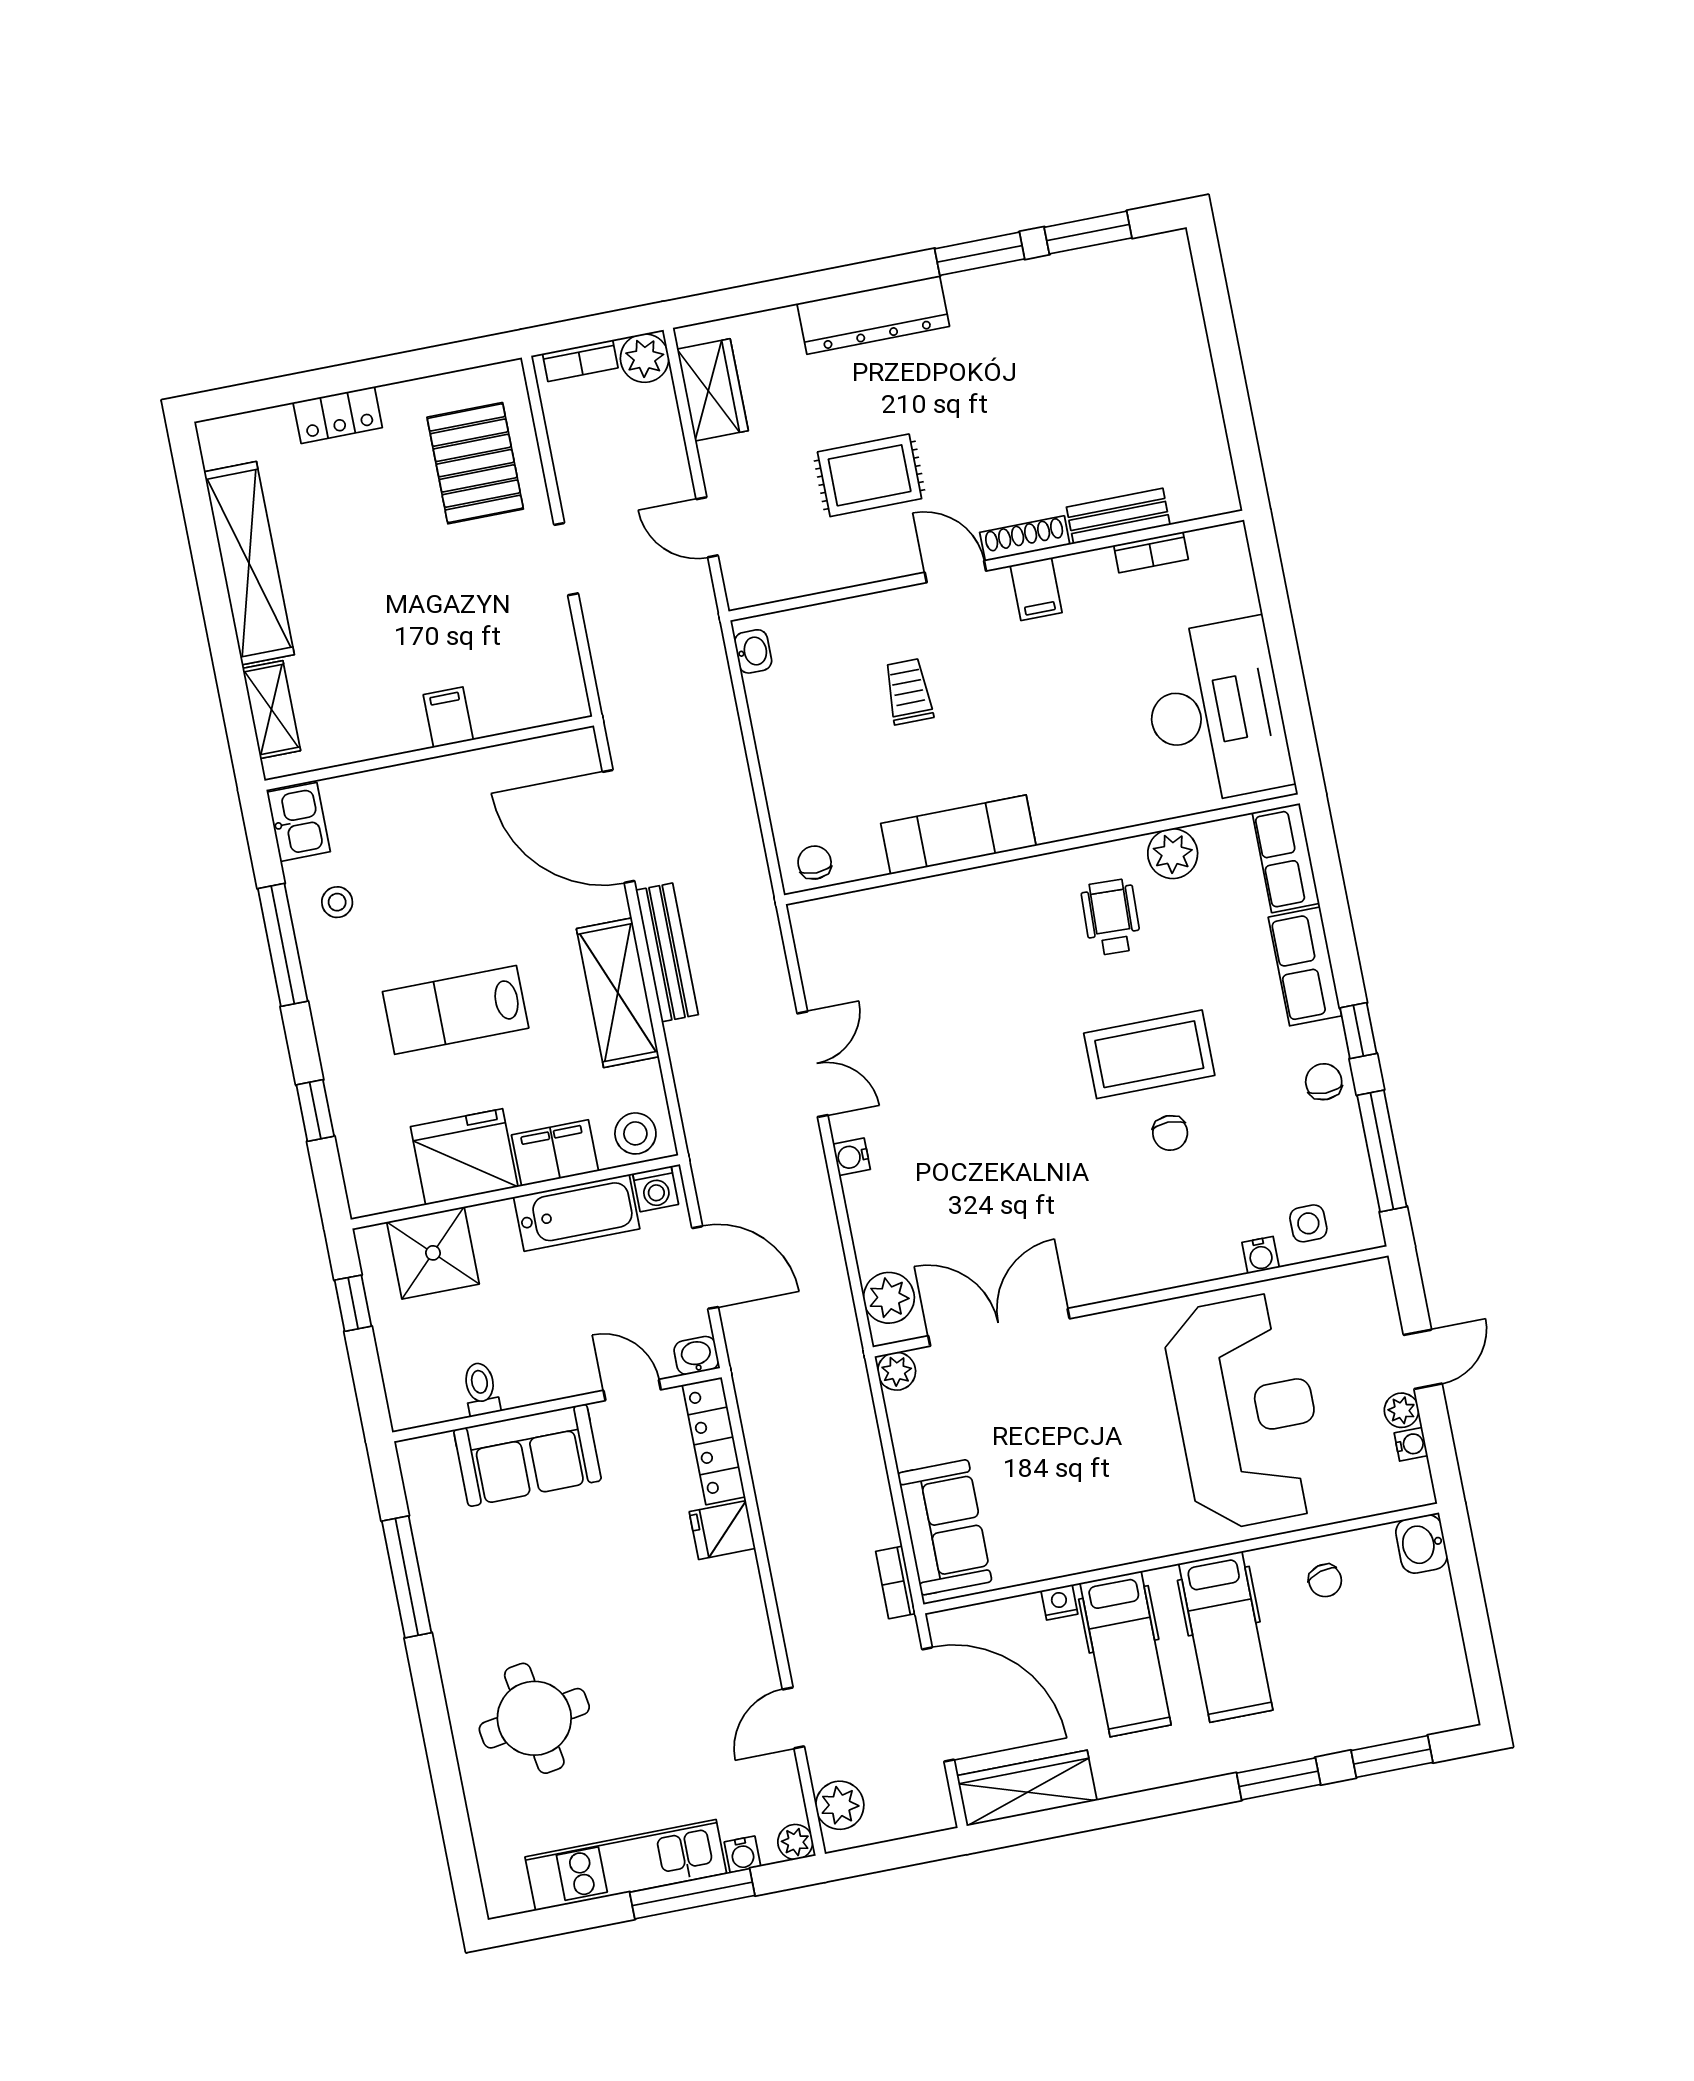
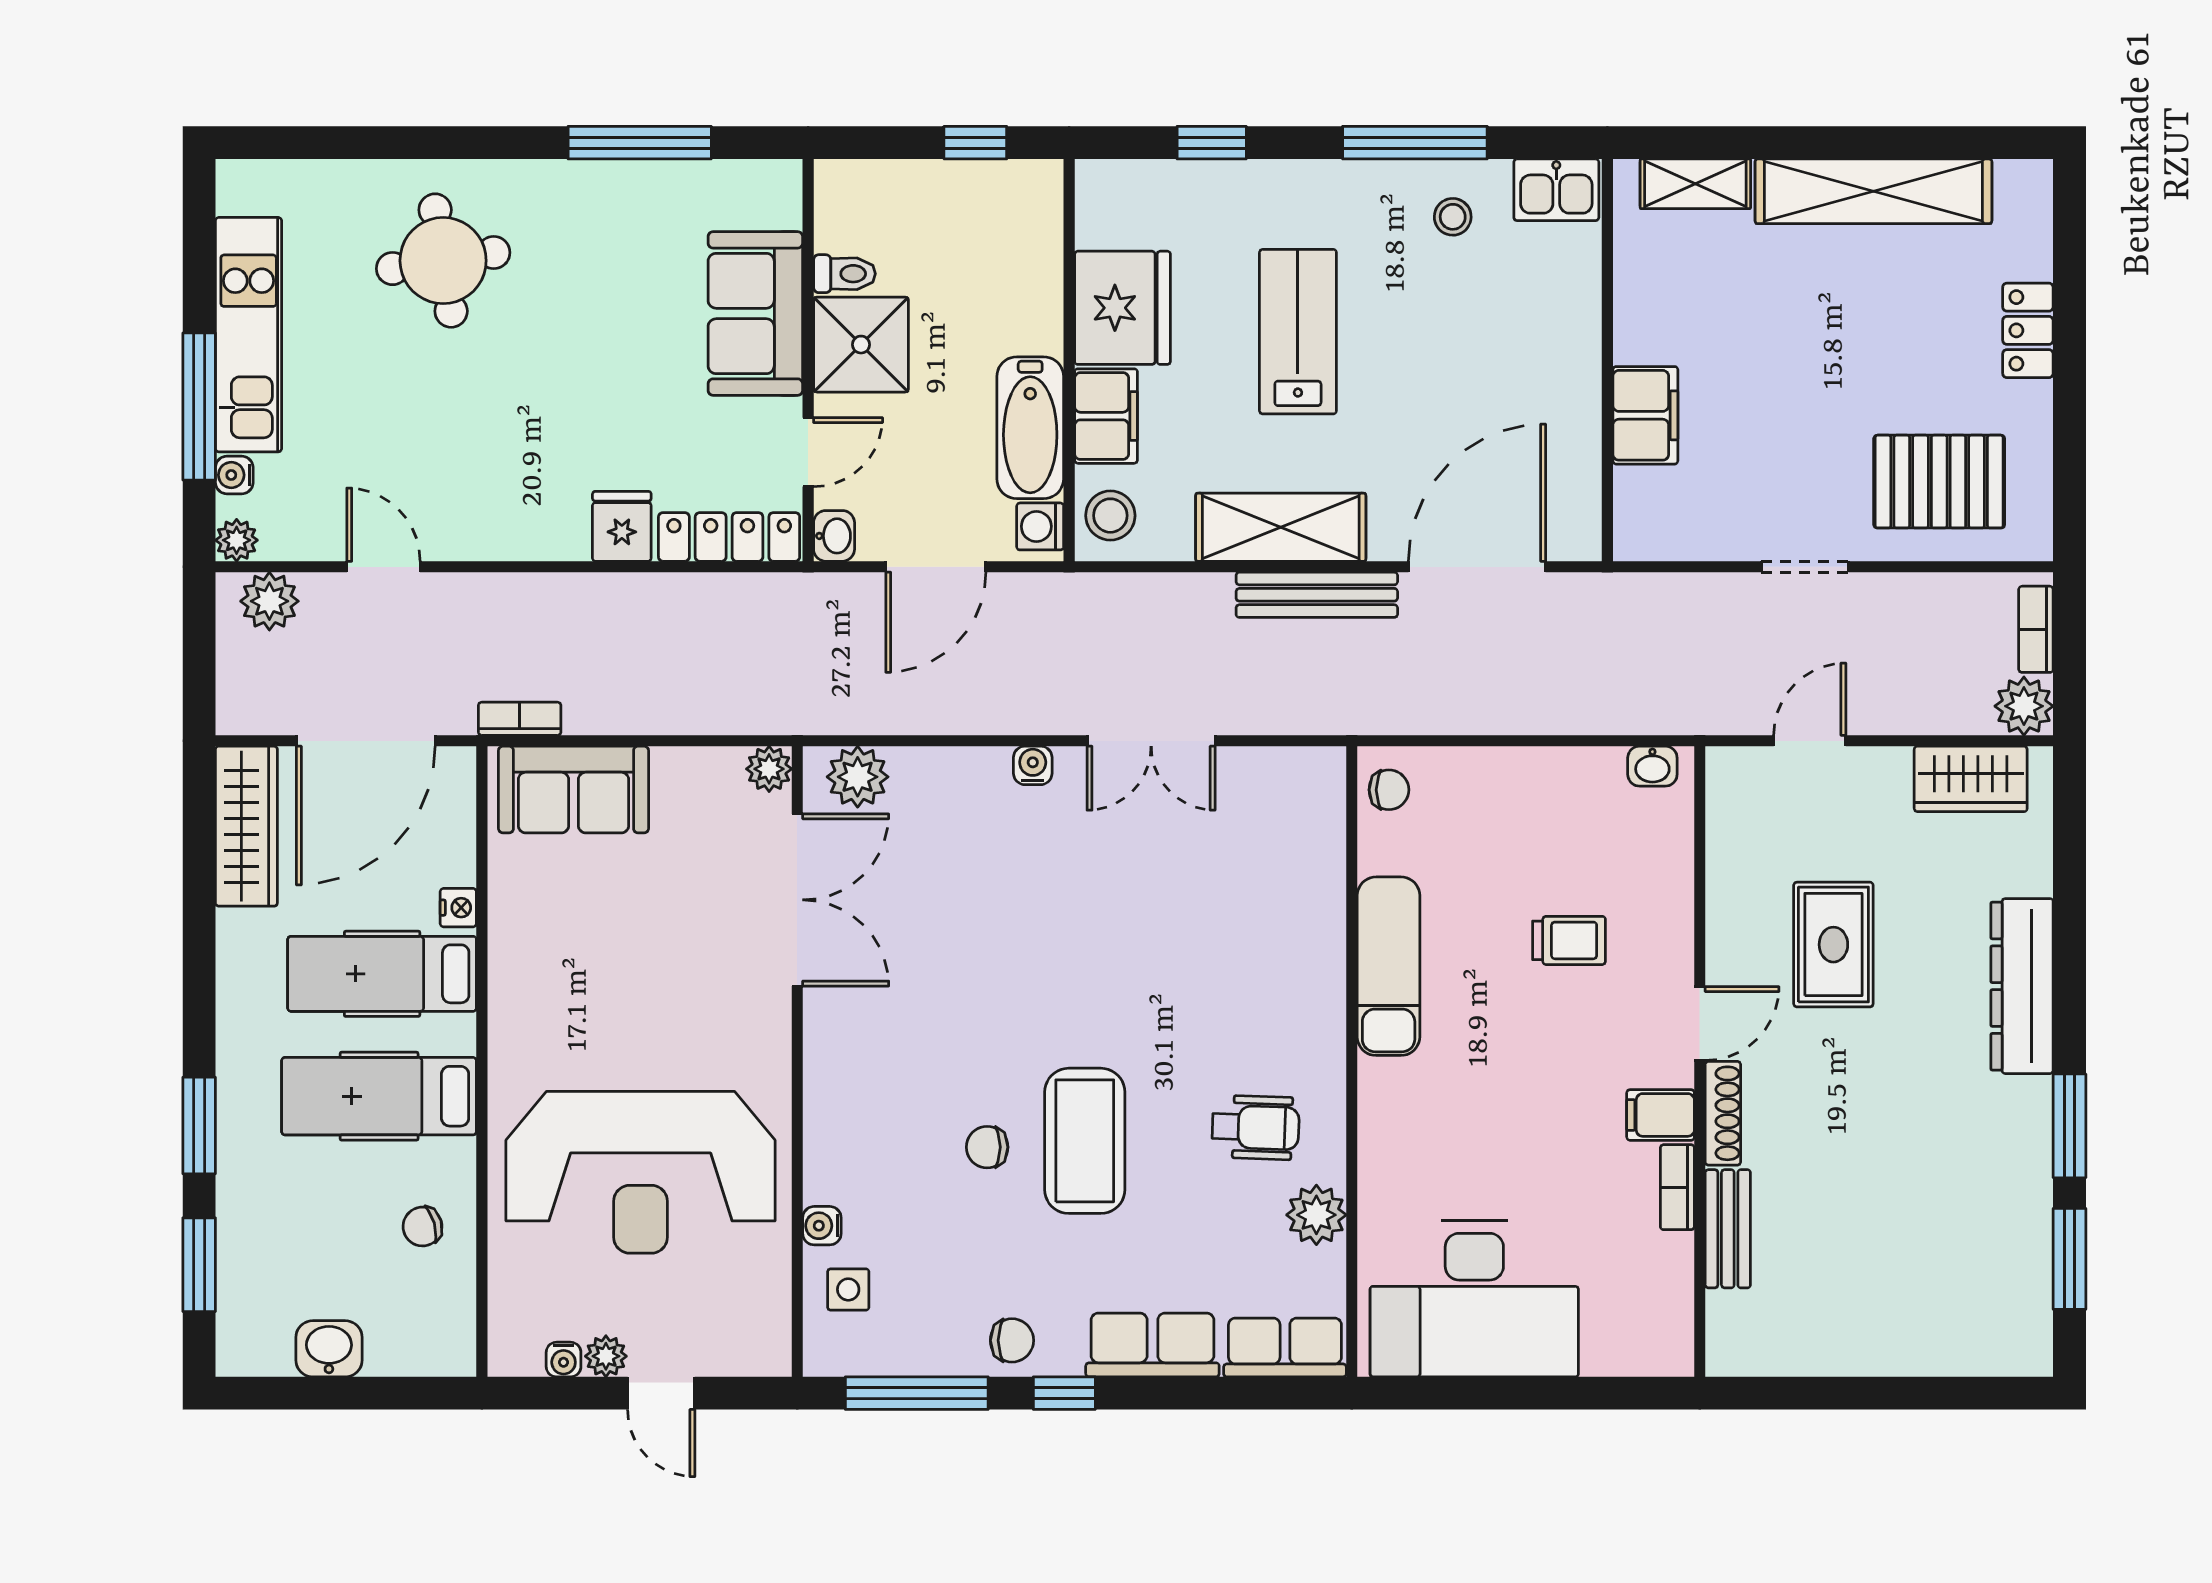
bookcase: (1151, 552) -> (1677, 1187), moved
filing cabinet: (448, 717) -> (1645, 415), width x2.00
shower: (433, 1253) -> (861, 345), moved
washbasin: (1421, 1544) -> (329, 1349), moved

